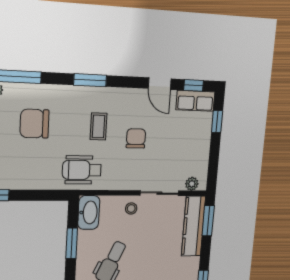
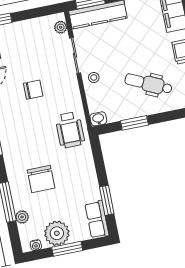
coffee table: (99, 126) -> (31, 125), removed
chair: (136, 138) -> (33, 90), turned 180
washbasin: (89, 213) -> (98, 119), width x0.52, depth x0.69

